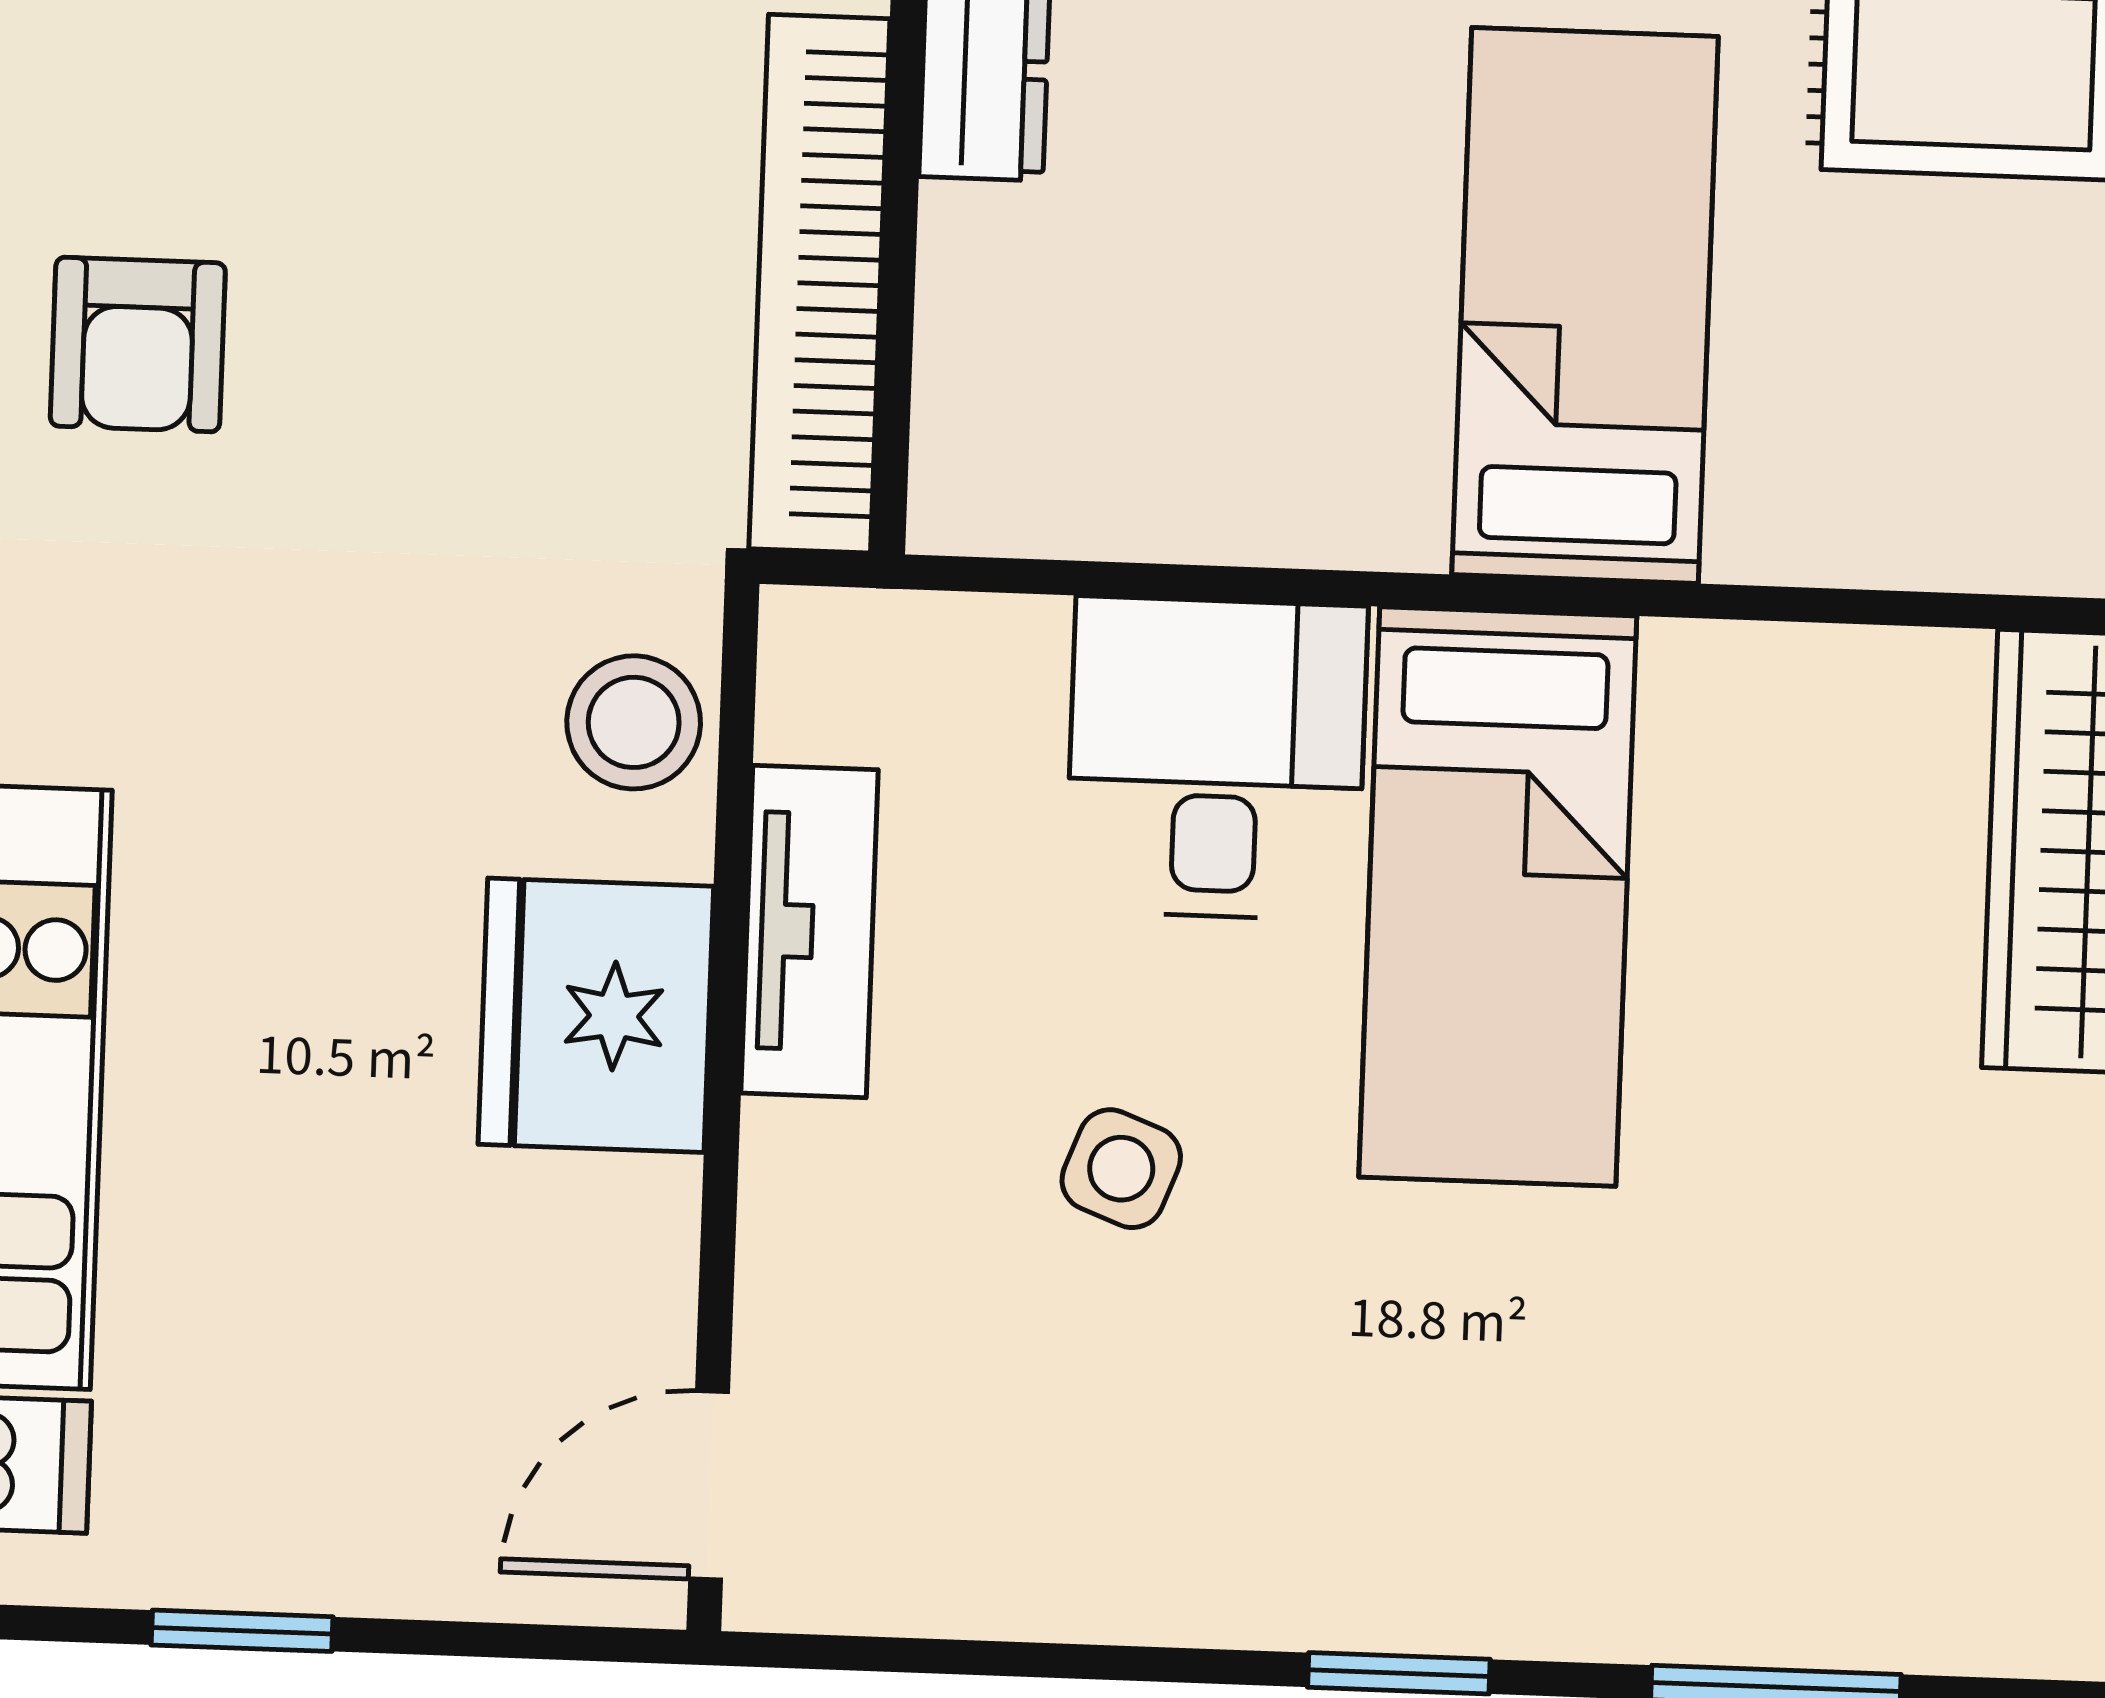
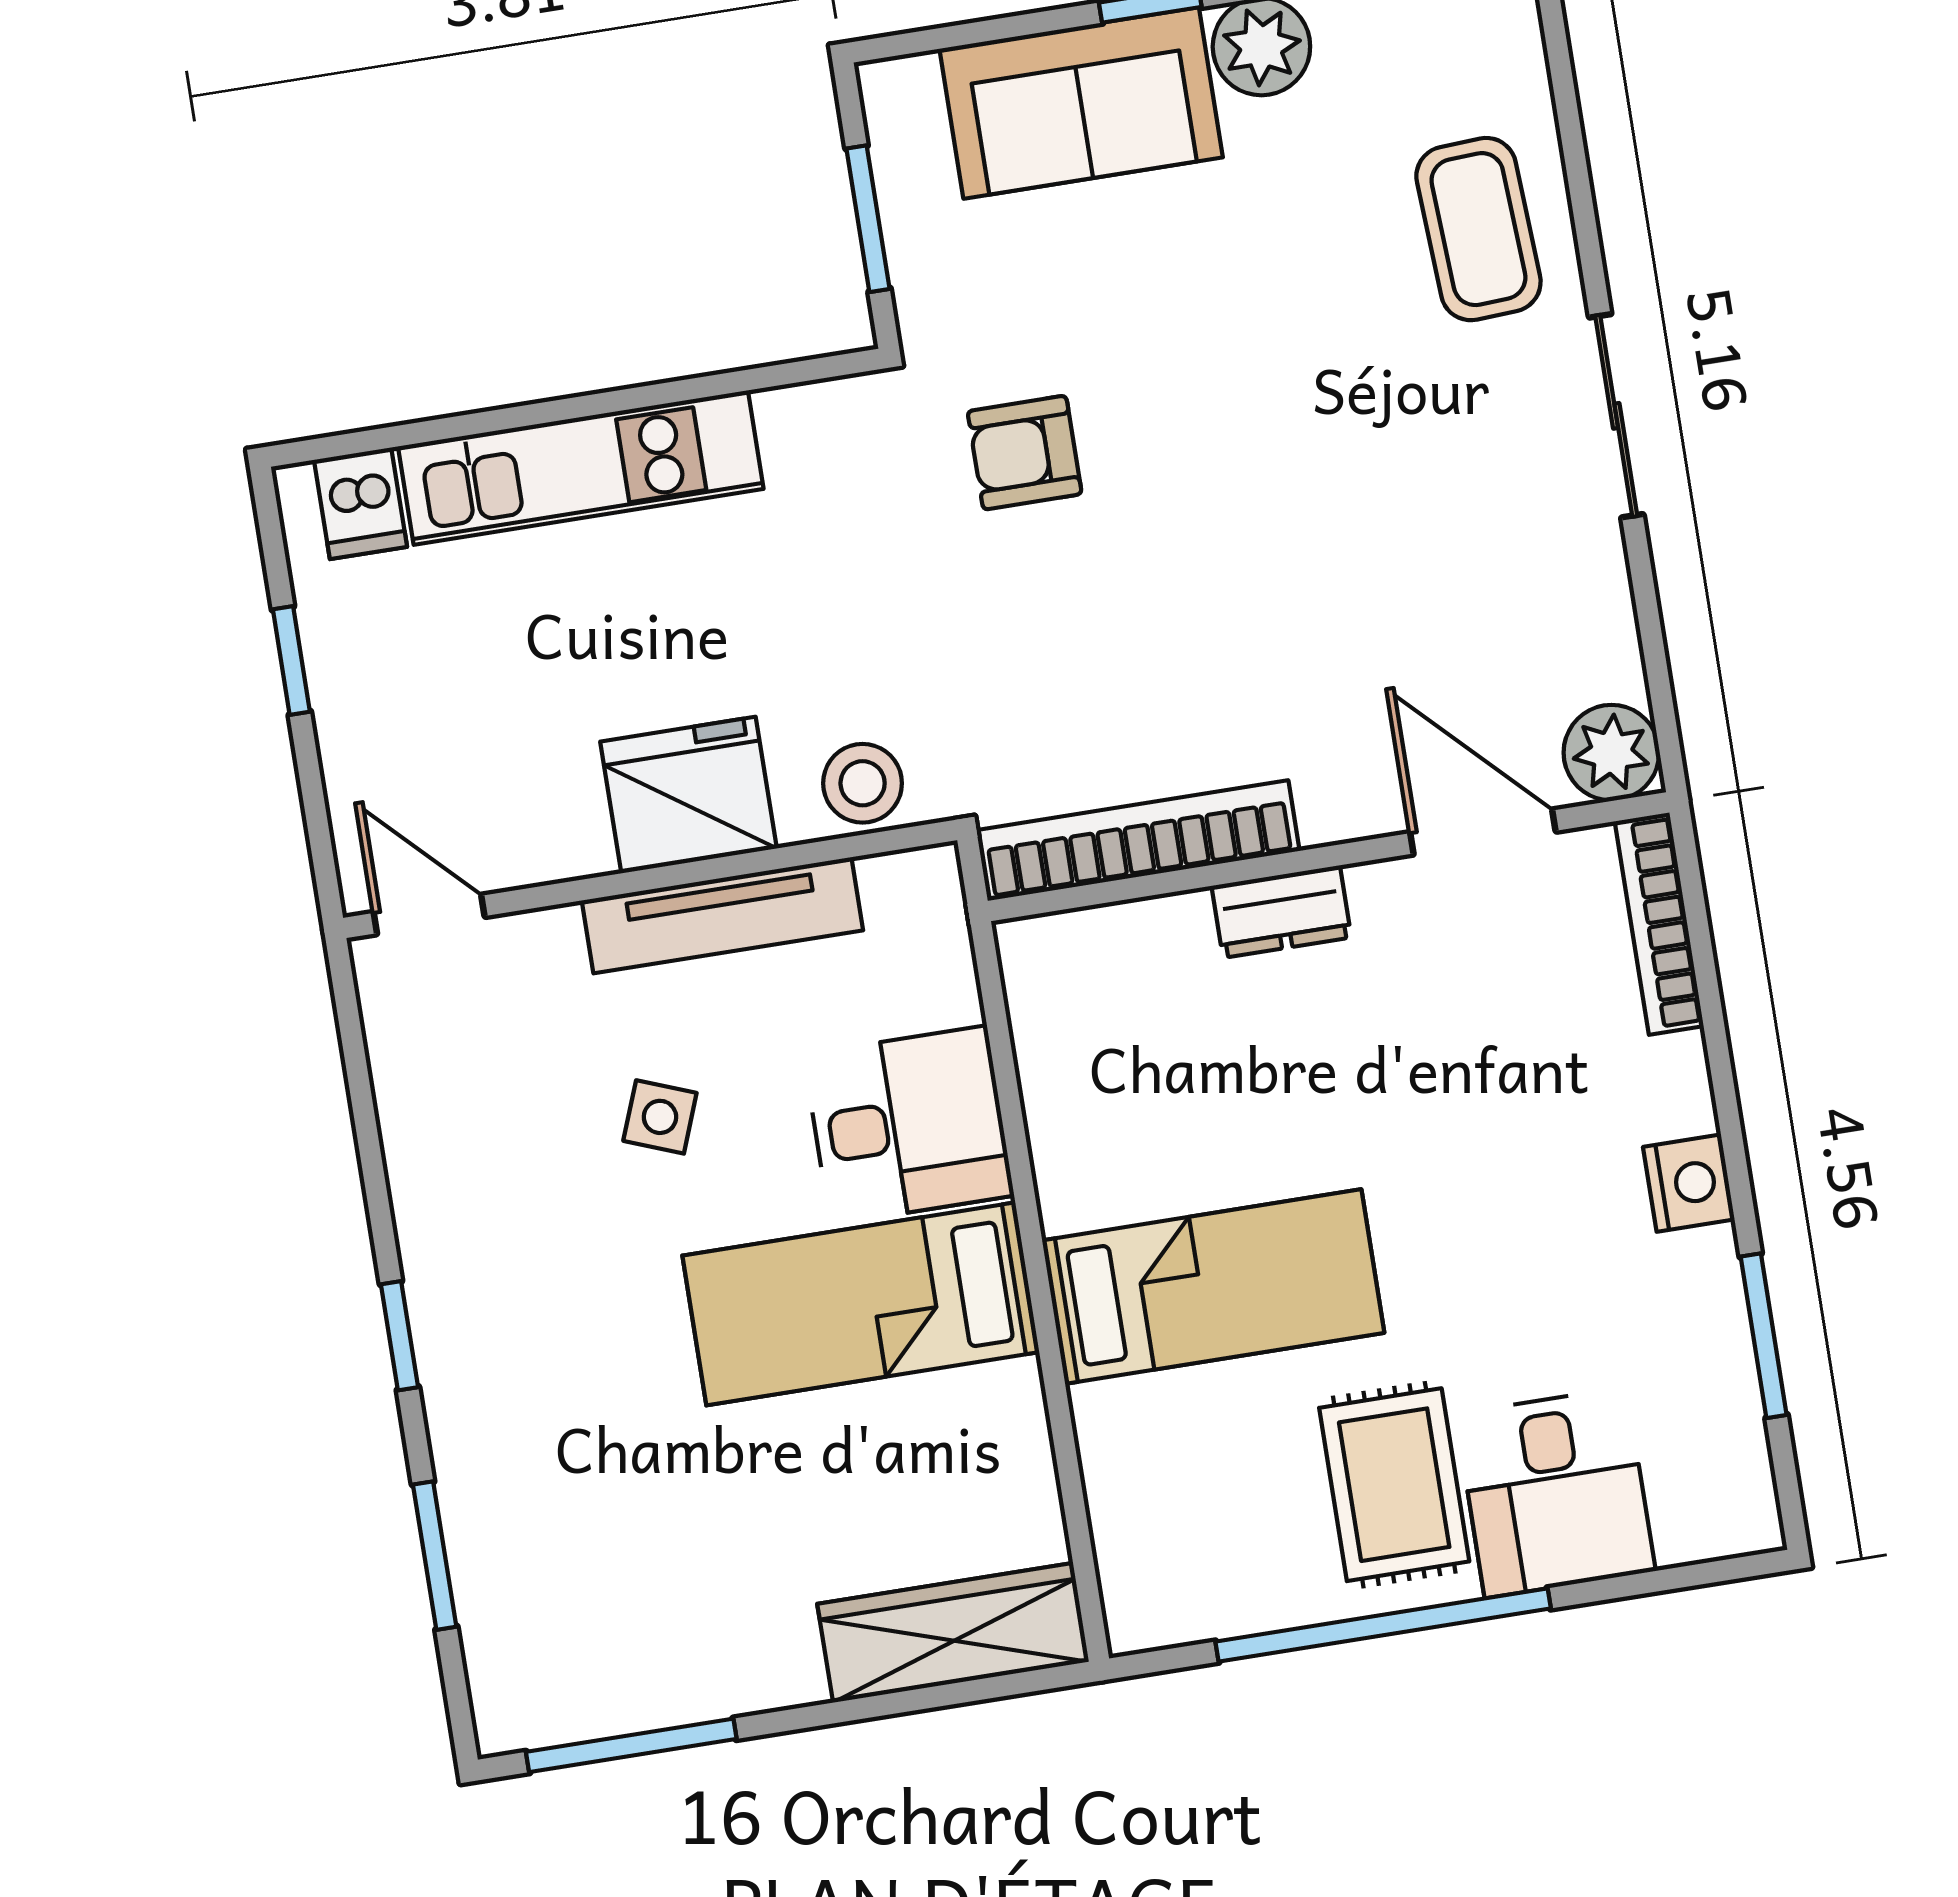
tv unit: (809, 931) -> (722, 915), width x1.41

